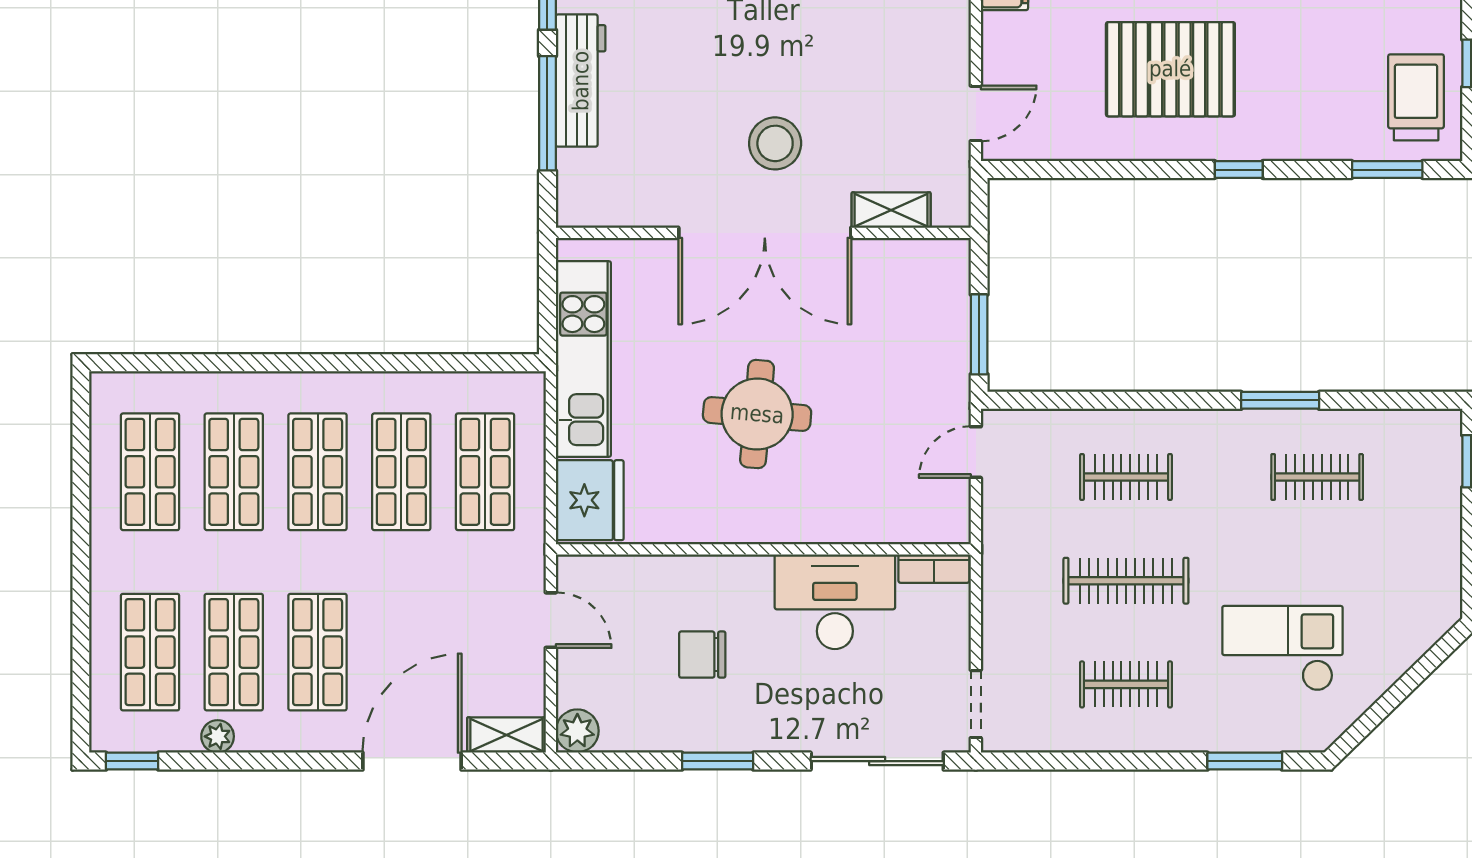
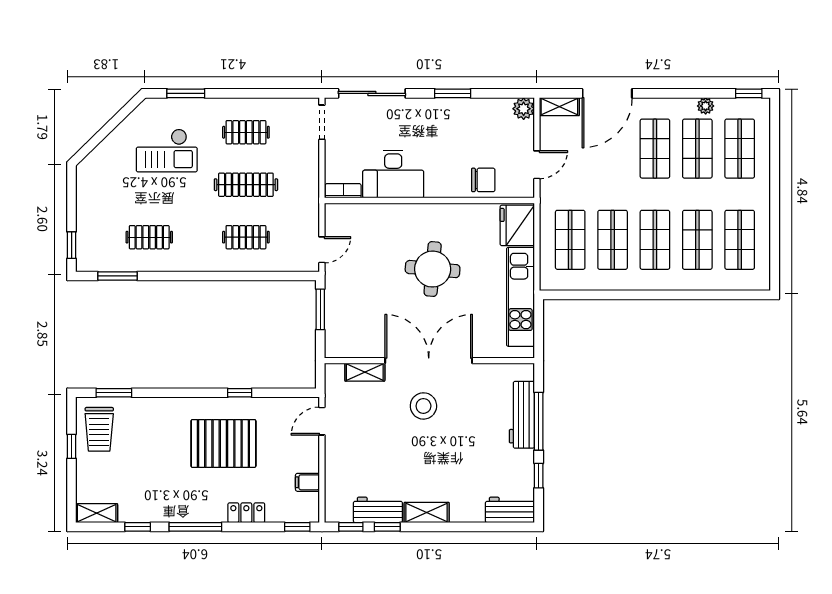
workbench: (581, 81) -> (522, 415), moved
window: (1239, 170) -> (240, 393), moved
window: (1280, 400) -> (117, 276), moved
door: (551, 620) -> (537, 165), swing flipped
chair: (702, 655) -> (483, 180), moved

